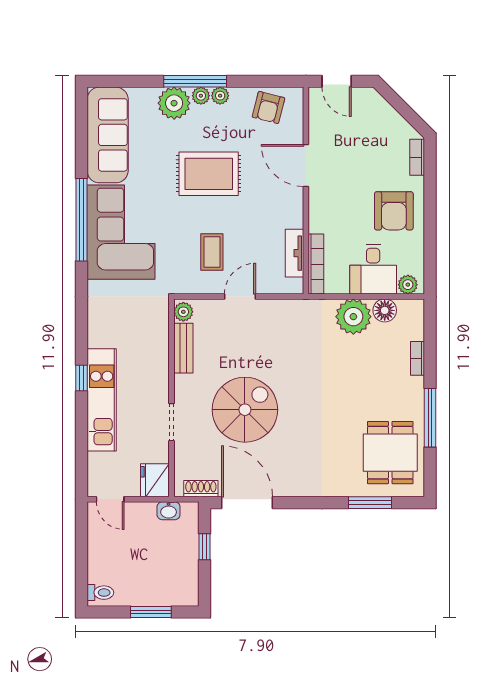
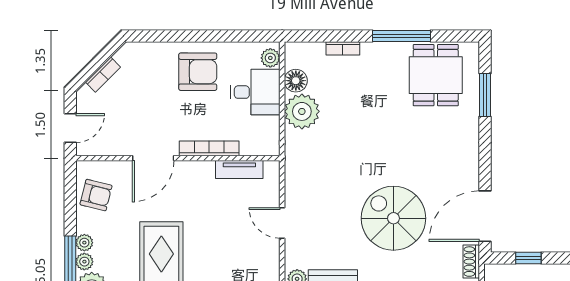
bookcase: (417, 157) -> (103, 75), moved, turned -45
coffee table: (212, 252) -> (238, 251), removed
bookcase: (316, 264) -> (209, 148), moved
dining table: (390, 453) -> (436, 75), turned 90

